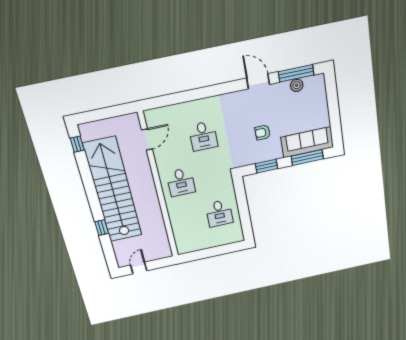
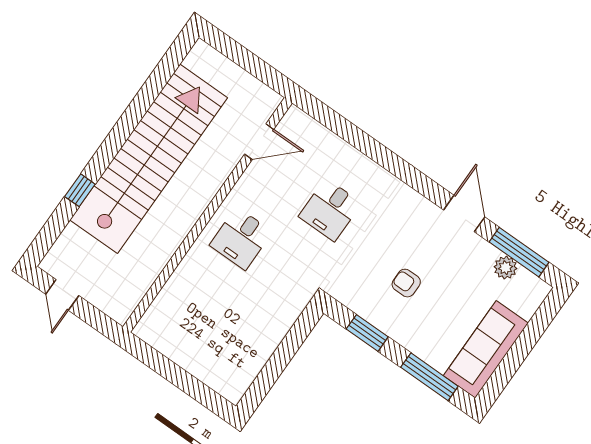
sofa: (307, 142) -> (486, 349), moved, turned -90
window: (77, 144) -> (172, 59), removed
desk: (219, 213) -> (244, 332), removed
door: (139, 268) -> (62, 295), swing flipped

